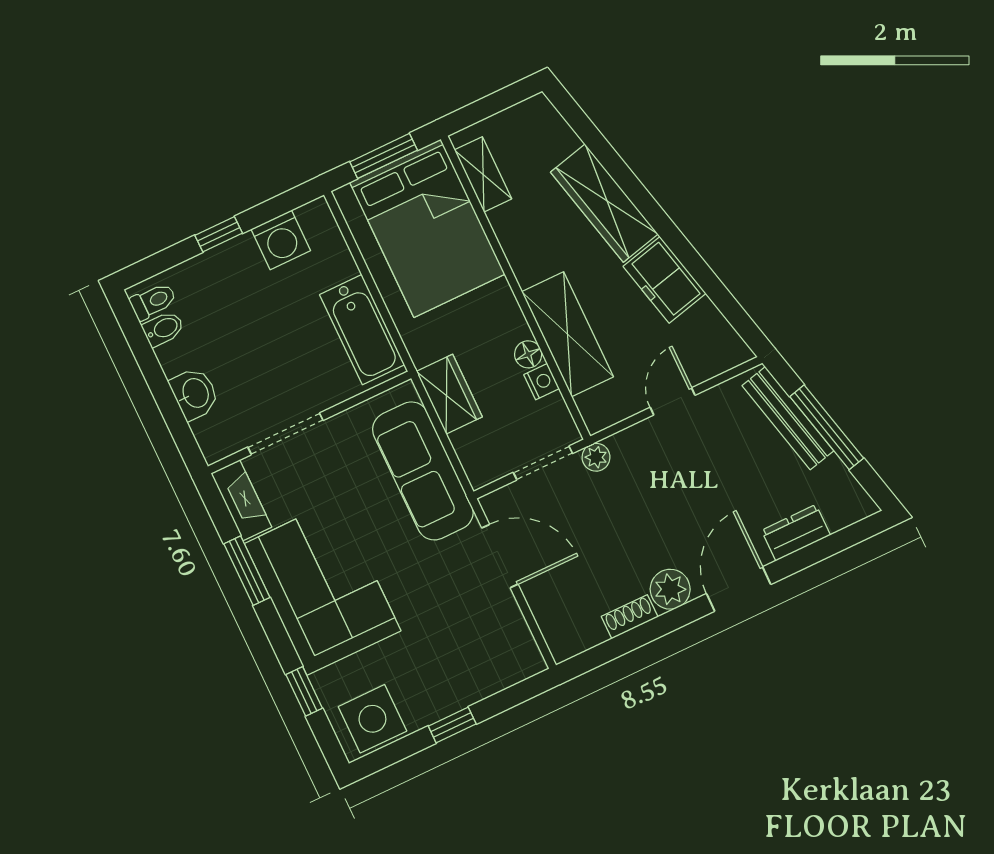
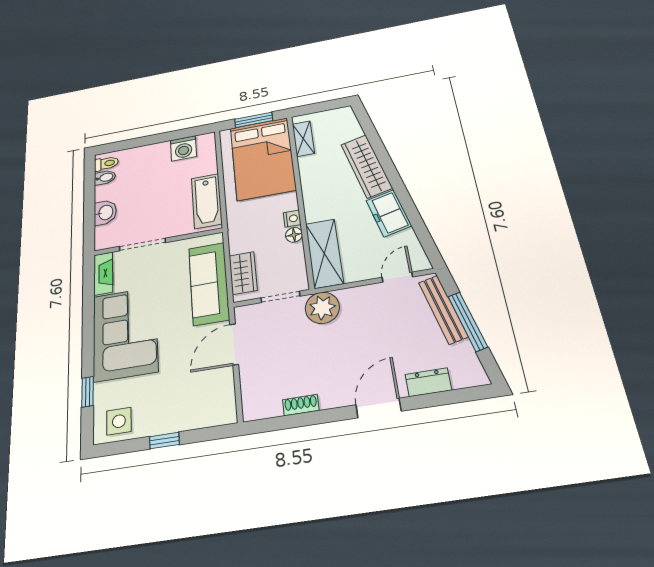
window: (219, 234) -> (154, 139), removed
shelving: (568, 334) -> (324, 253), moved
nightstand: (542, 382) -> (292, 219), moved
wardrobe: (449, 394) -> (243, 273), moved
door: (673, 401) -> (397, 277), moved
plant: (596, 457) -> (322, 308), width x1.88, depth x1.88
door: (500, 556) -> (234, 344), swing flipped
window: (247, 571) -> (88, 312), removed
plant: (670, 589) -> (333, 395), removed
side table: (372, 719) -> (119, 421), width x0.73, depth x0.73

